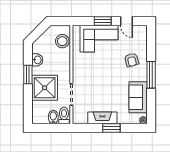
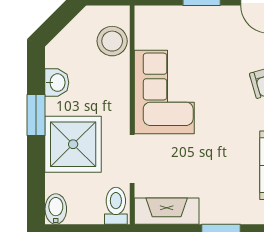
corner sofa: (99, 39) -> (164, 92), moved, turned -90
bidet: (53, 117) -> (56, 209), moved
fireplace: (102, 118) -> (167, 211), moved

